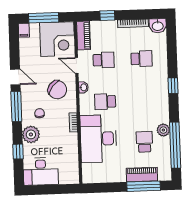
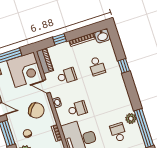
school desk: (141, 59) -> (97, 66), turned 90
window: (173, 86) -> (124, 66), moved
school desk: (105, 102) -> (77, 109), turned 180

